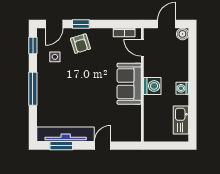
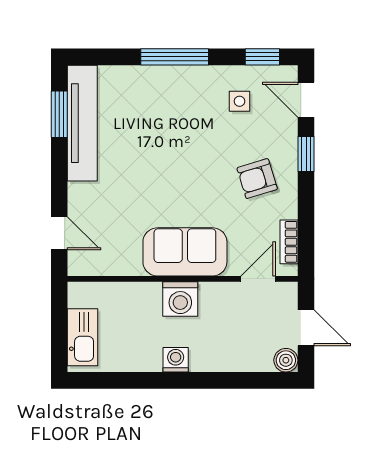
armchair: (80, 44) -> (257, 179), moved
kitchen sink: (181, 120) -> (83, 337), moved, turned 90
door: (103, 146) -> (59, 233), moved

